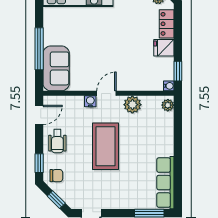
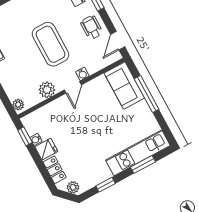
water cooler: (169, 86) -> (36, 139), moved

